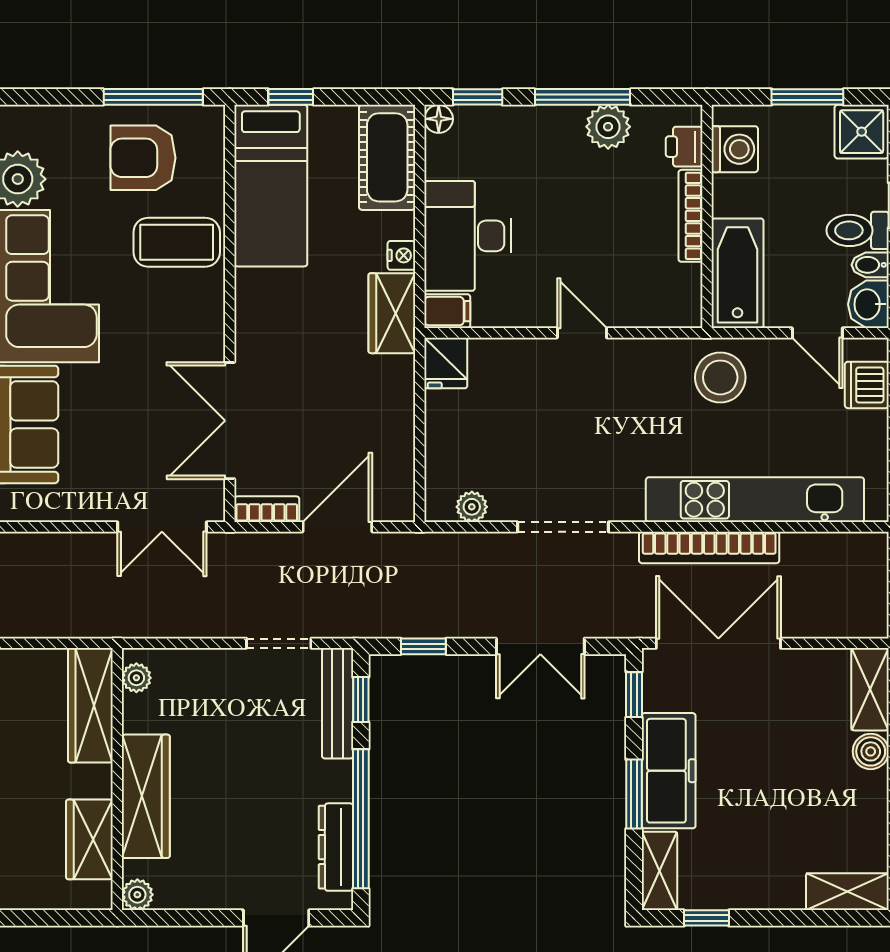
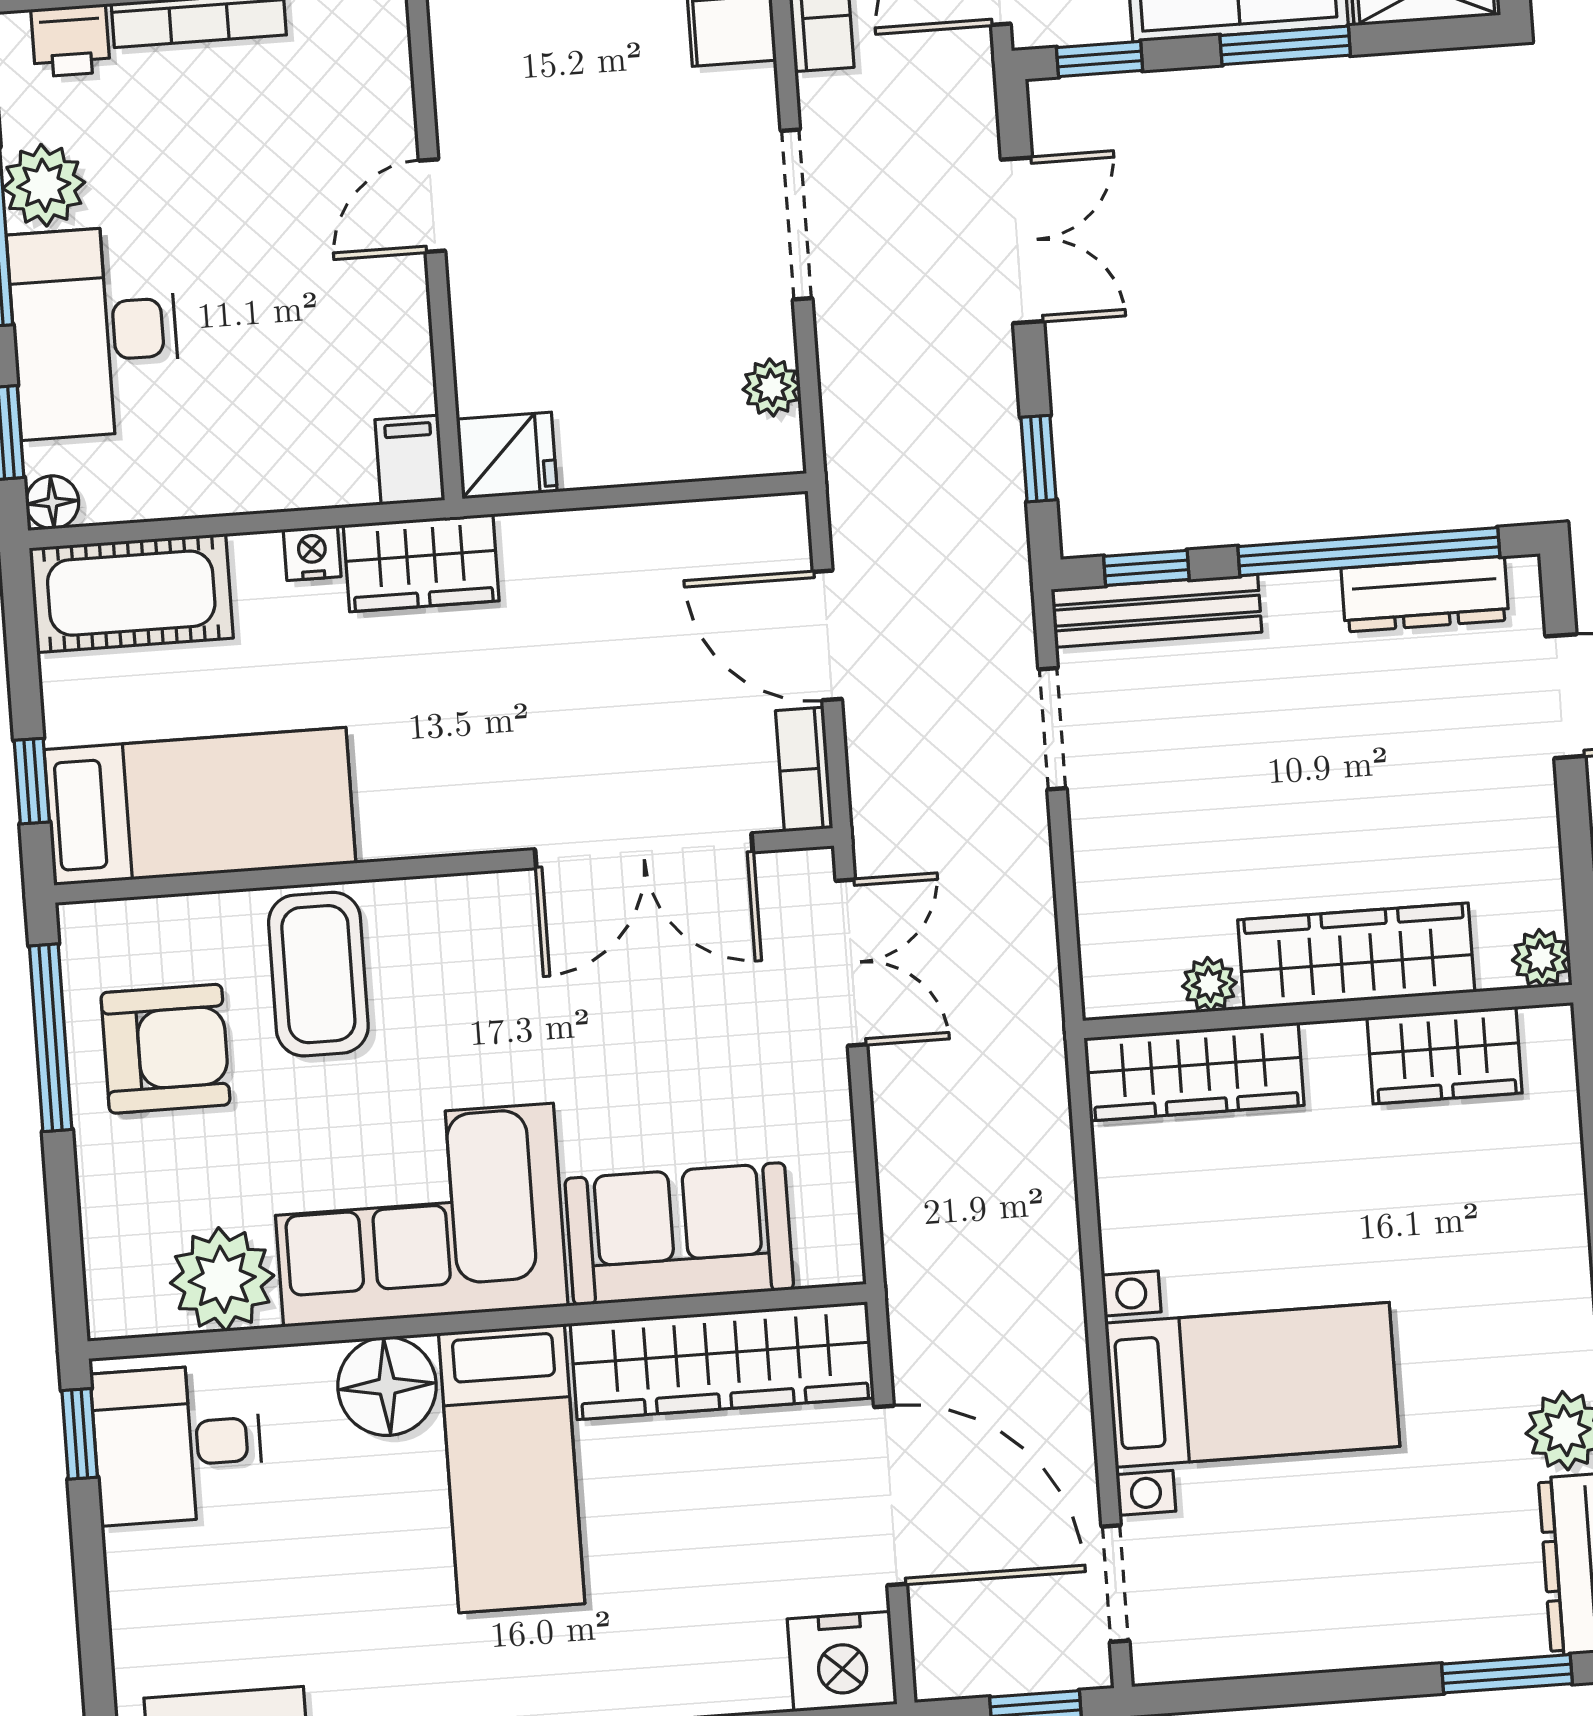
armchair: (143, 158) -> (166, 1049), turned -90
desk: (468, 236) -> (94, 332), moved, turned 90
plant: (136, 678) -> (1209, 984), moved

